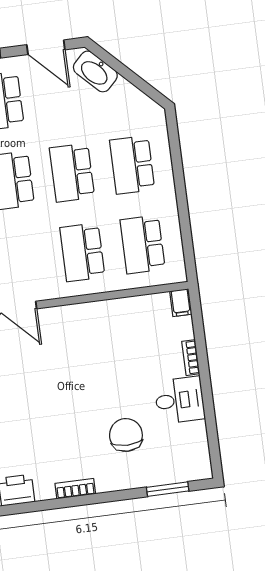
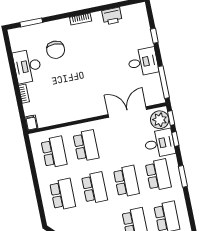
desk: (180, 400) -> (27, 66), width x1.37

